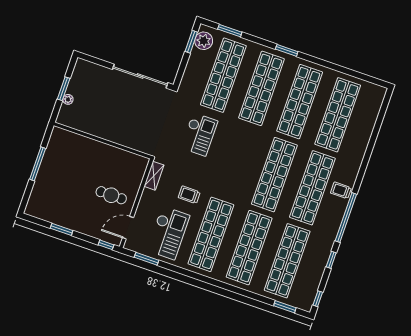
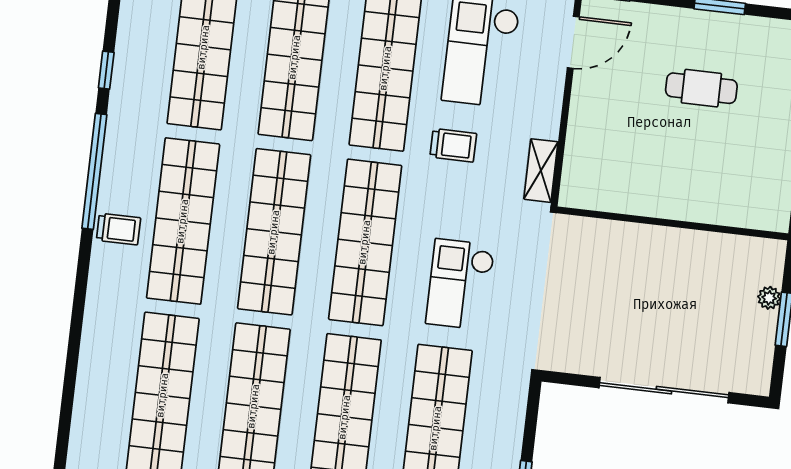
sliding door: (140, 76) -> (664, 390), moved
shop shelf: (236, 161) -> (365, 242), added
cafe table: (111, 195) -> (701, 88), moved

